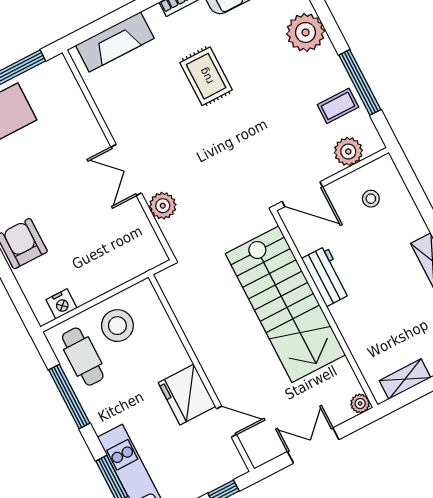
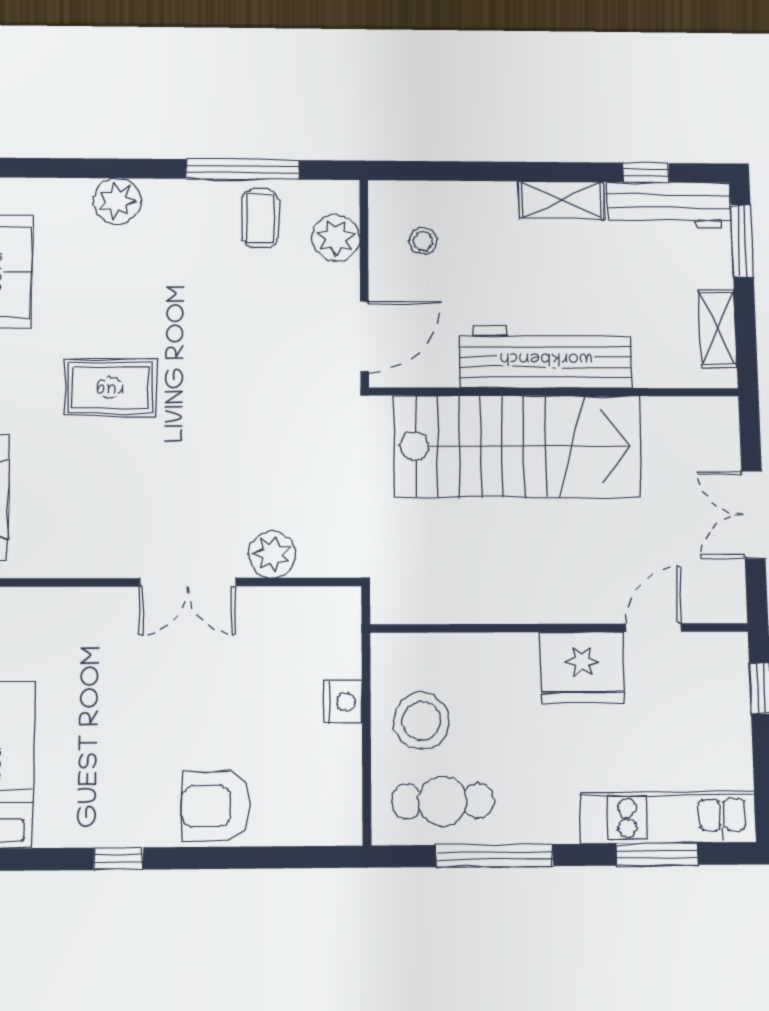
plant: (306, 32) -> (117, 201), width x0.73, depth x0.73
workbench: (326, 276) -> (546, 357), width x1.88, depth x1.32
nightstand: (61, 304) -> (343, 702), moved
plant: (360, 404) -> (723, 412), removed

